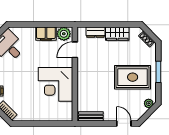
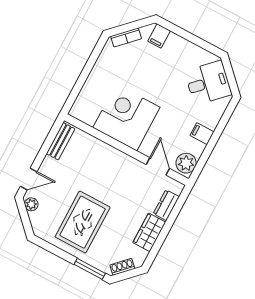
filing cabinet: (46, 34) -> (202, 134), width x0.50
window: (158, 72) -> (90, 269), moved
plant: (149, 103) -> (31, 204), moved

